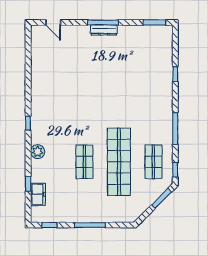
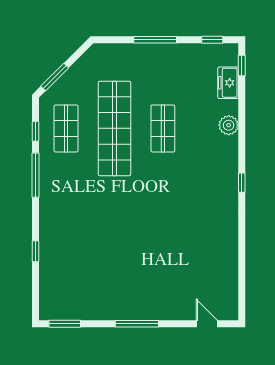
dresser: (104, 30) -> (136, 313), removed
plant: (38, 152) -> (229, 125), moved
window: (175, 170) -> (36, 131), moved
window: (28, 184) -> (242, 66), moved

